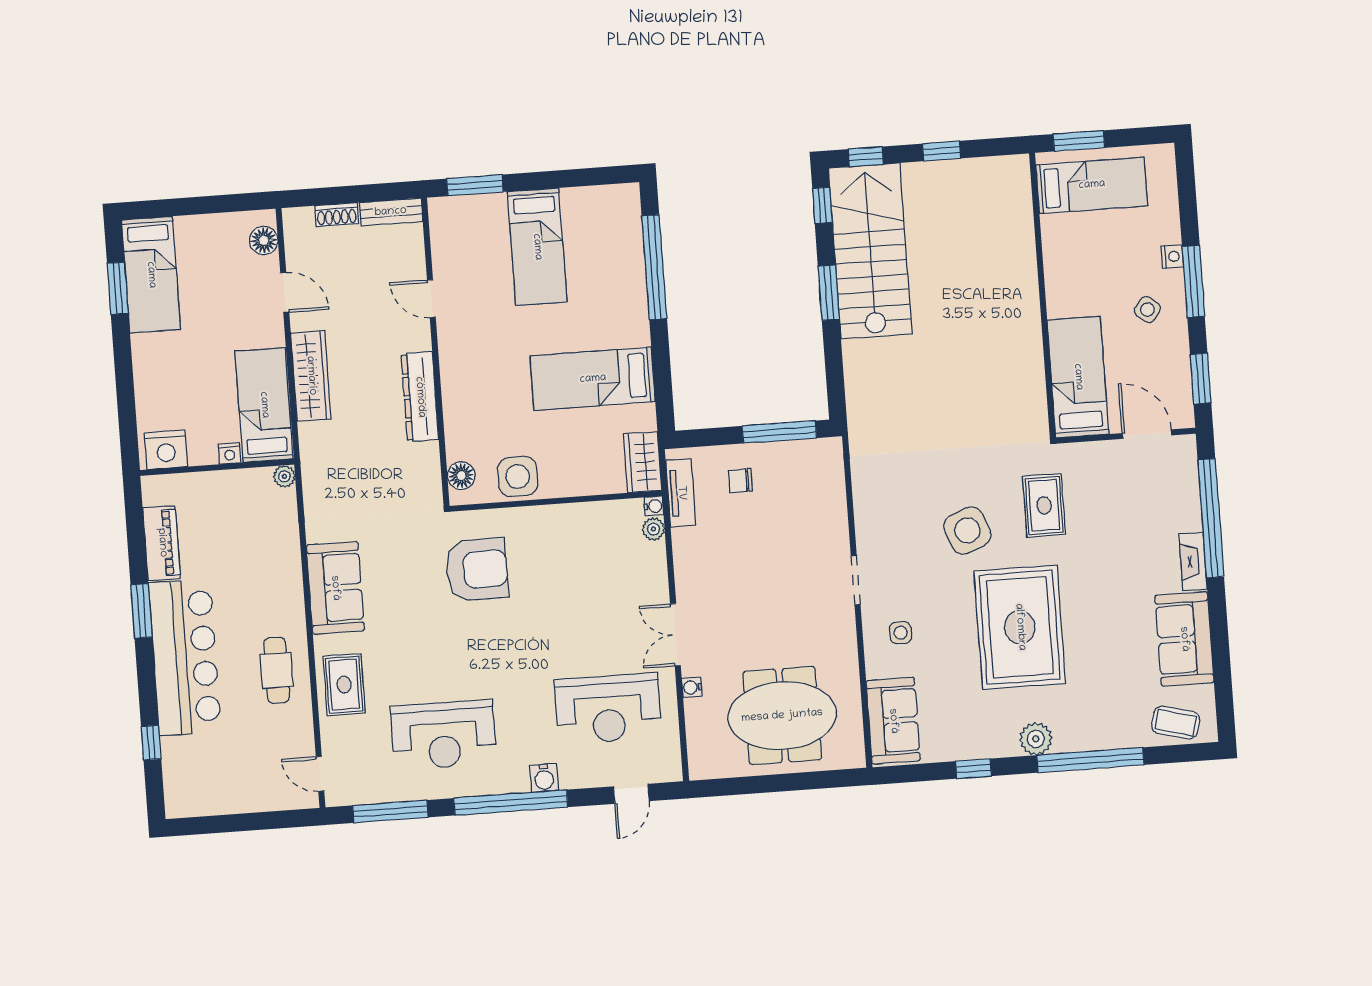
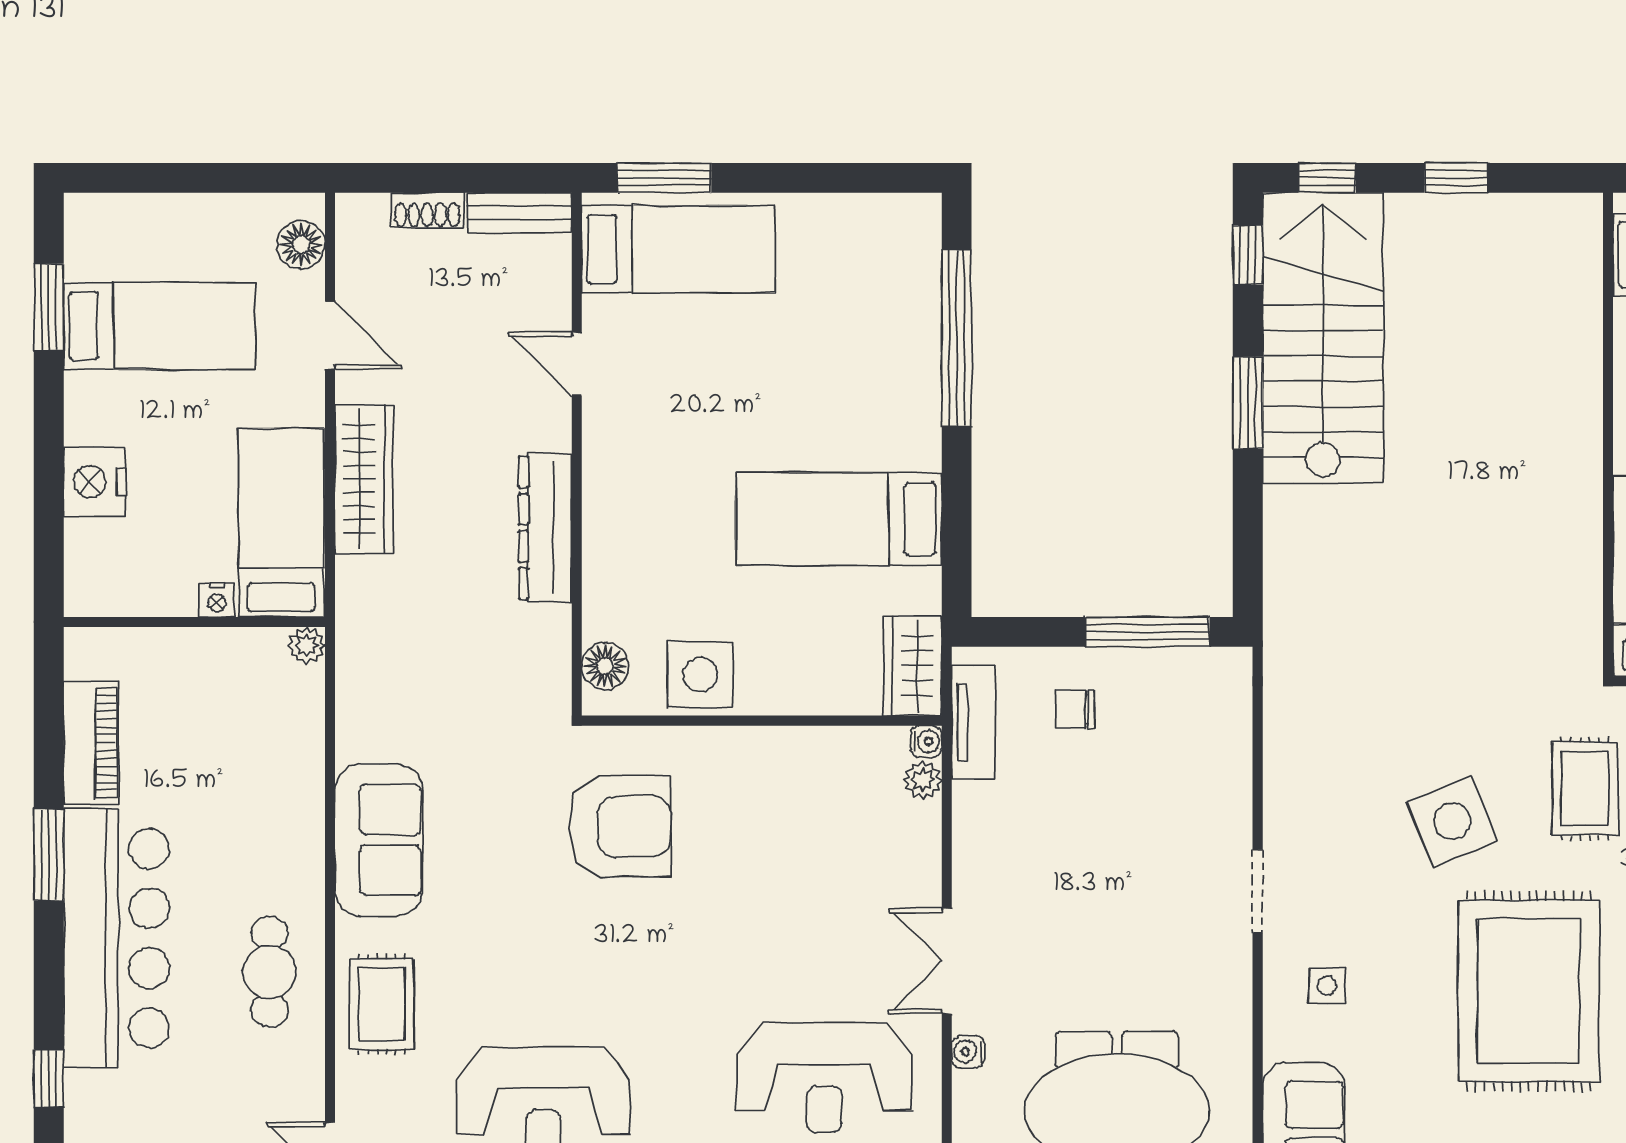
bed: (537, 247) -> (678, 249), moved, turned -90
bed: (151, 275) -> (159, 326), moved, turned -90
nightstand: (166, 450) -> (95, 482), moved, turned 90

